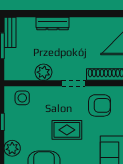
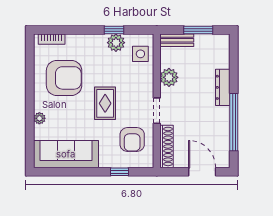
window: (84, 14) -> (234, 122), added
bench: (10, 32) -> (177, 40), moved
plant: (12, 148) -> (116, 43), moved

